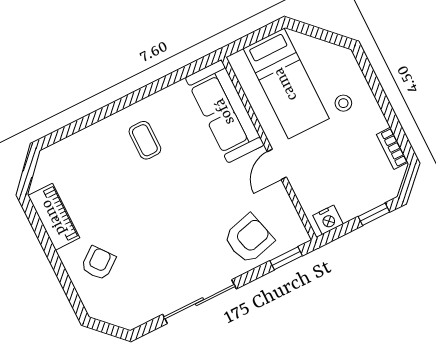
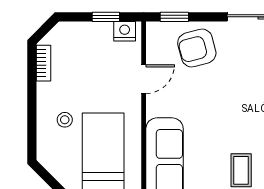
door: (277, 164) -> (144, 79), moved
window: (374, 214) -> (106, 17), moved

